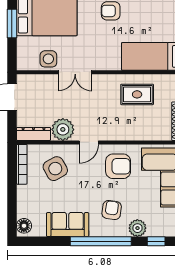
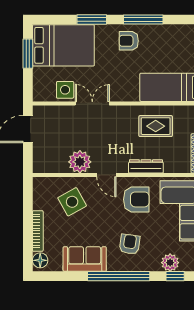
double door: (75, 72) -> (92, 103), swing flipped
dresser: (33, 134) -> (146, 166), moved
door: (89, 142) -> (106, 175), hinge flipped
bookcase: (22, 164) -> (38, 231), moved
plant: (137, 228) -> (170, 263), moved

